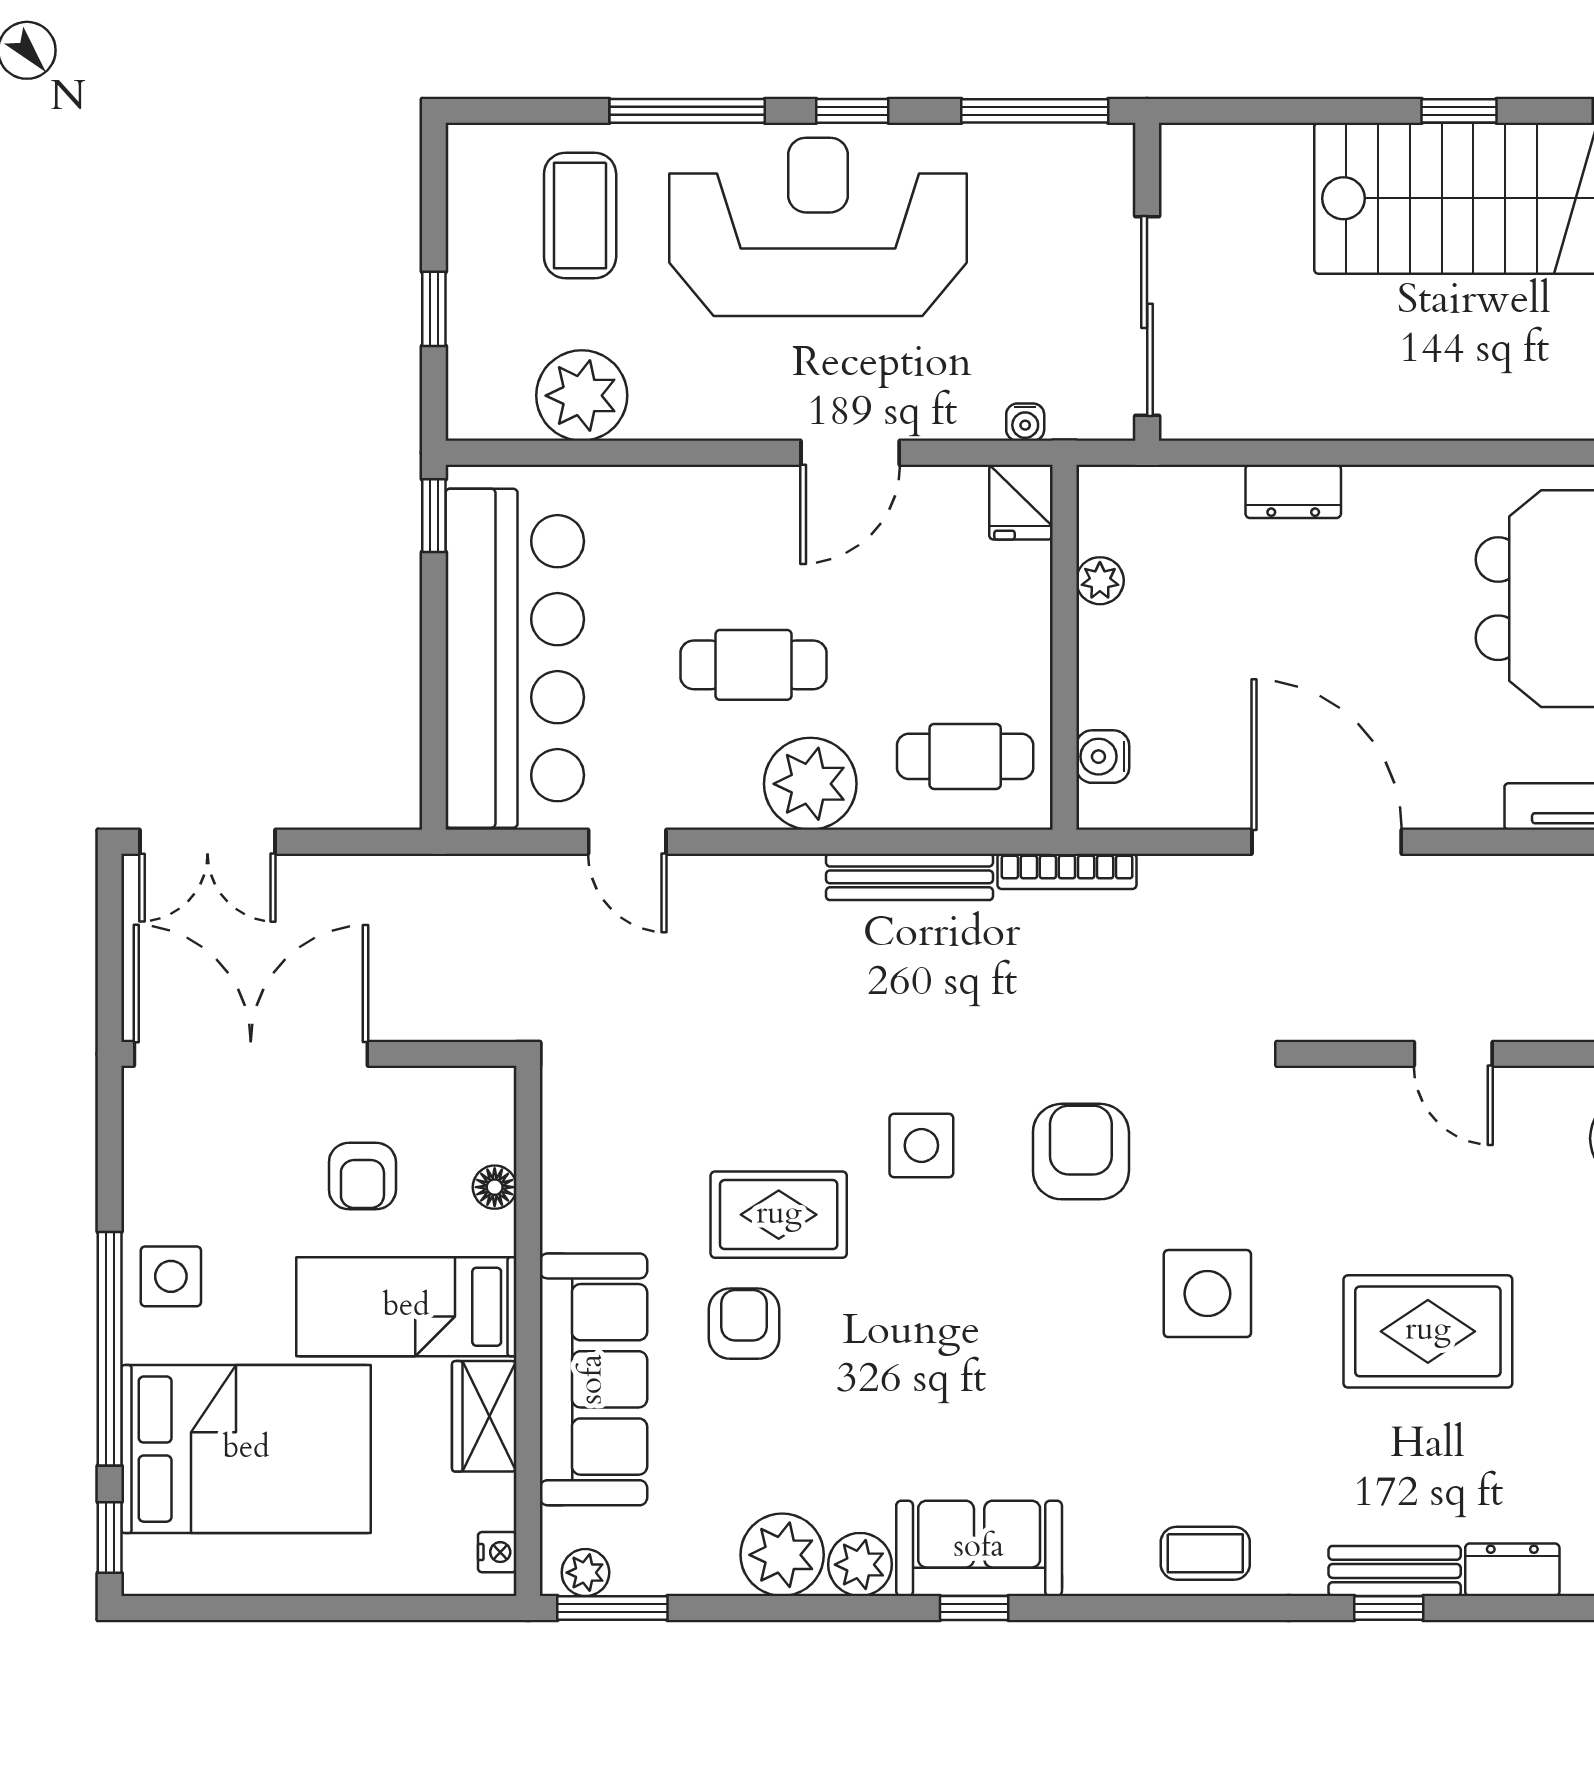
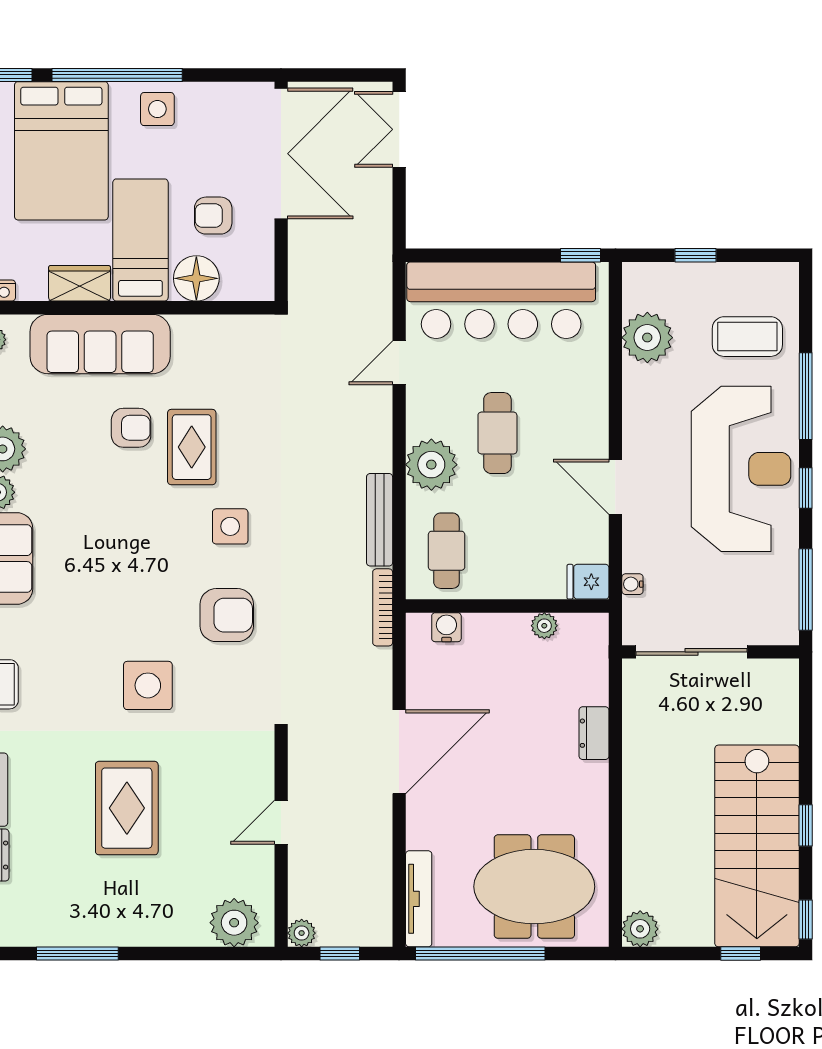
floor lamp: (495, 1187) -> (196, 278), width x1.89, depth x1.89

